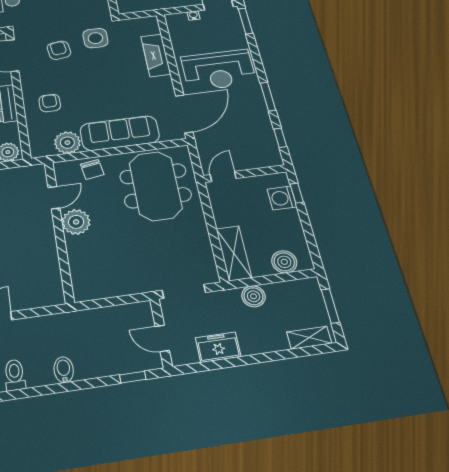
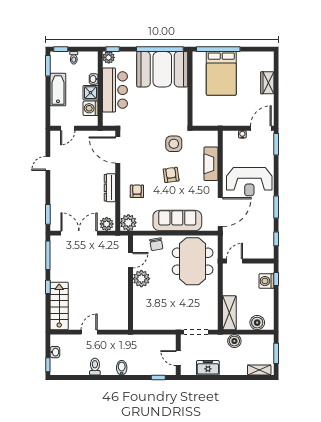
armchair: (59, 50) -> (171, 175), moved
plant: (67, 143) -> (128, 223), moved

